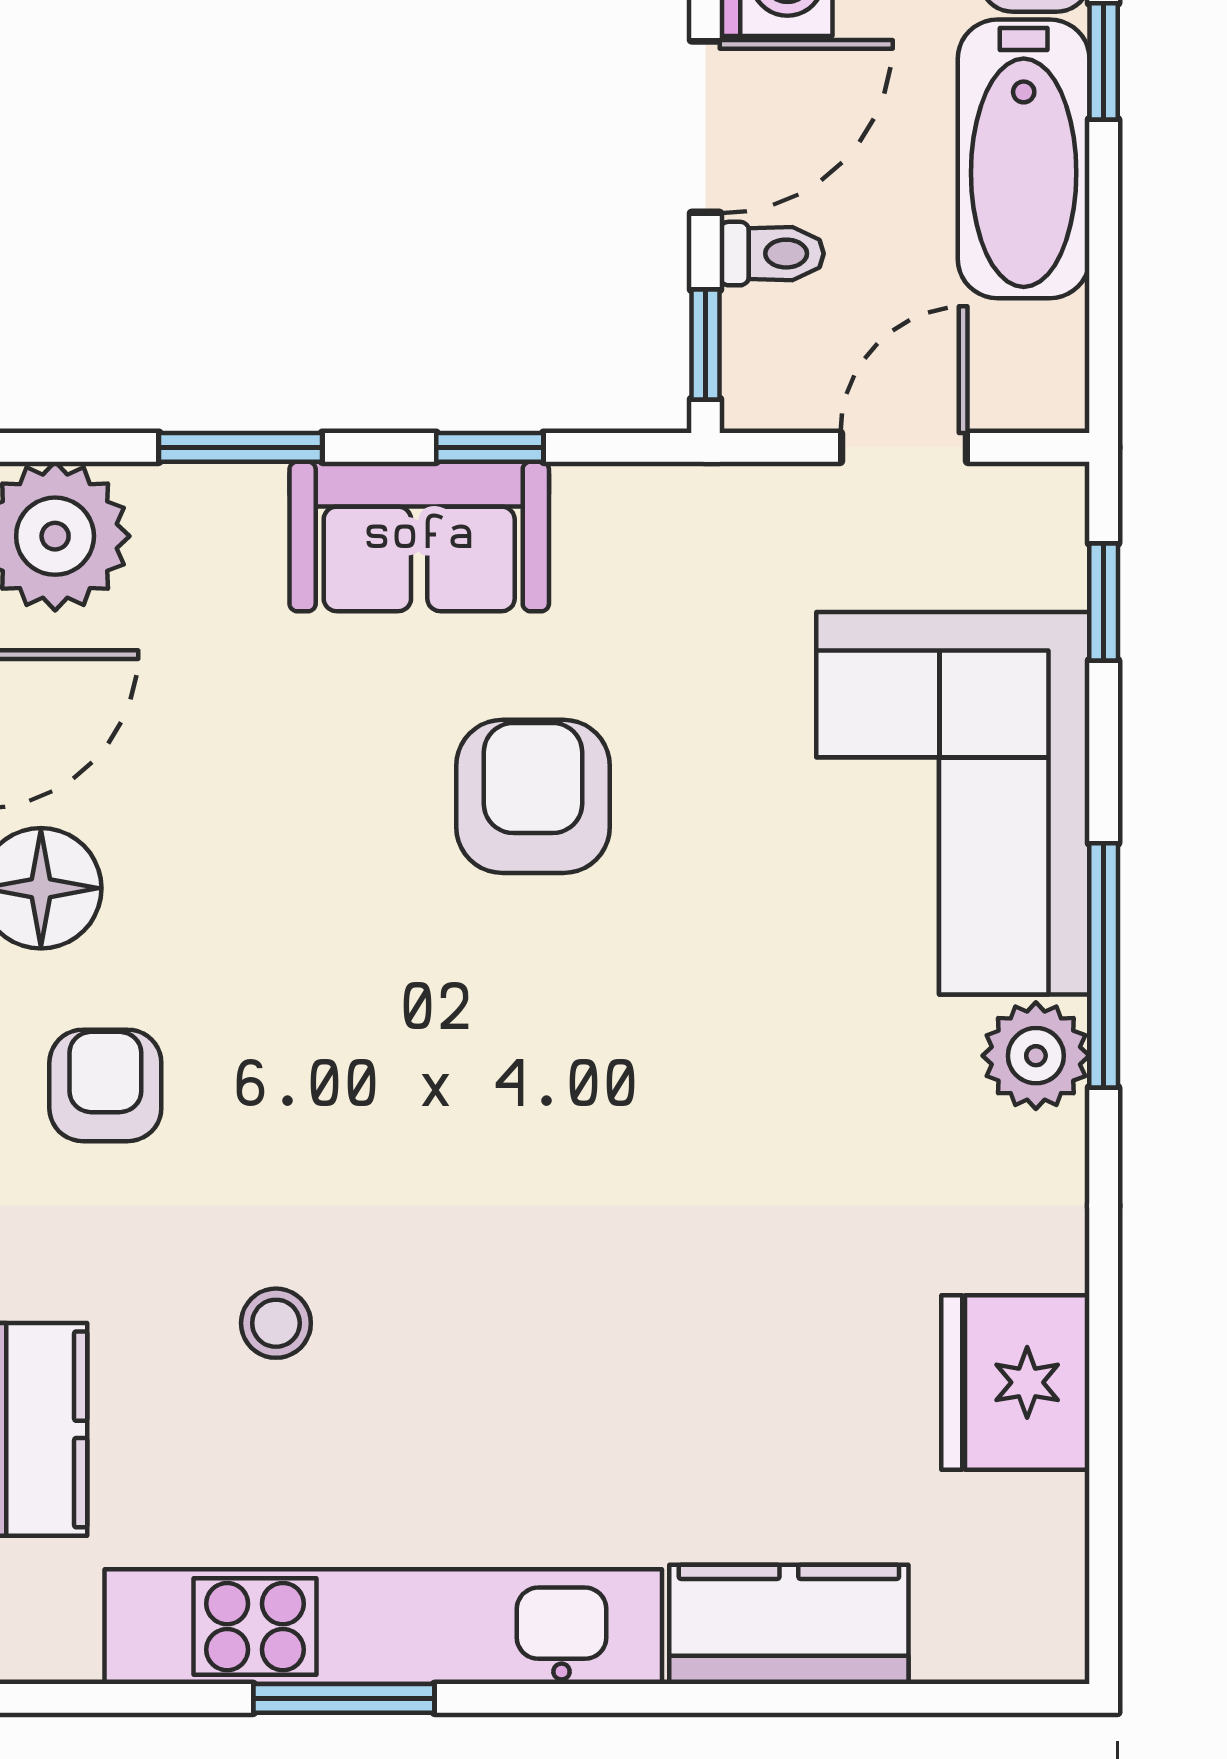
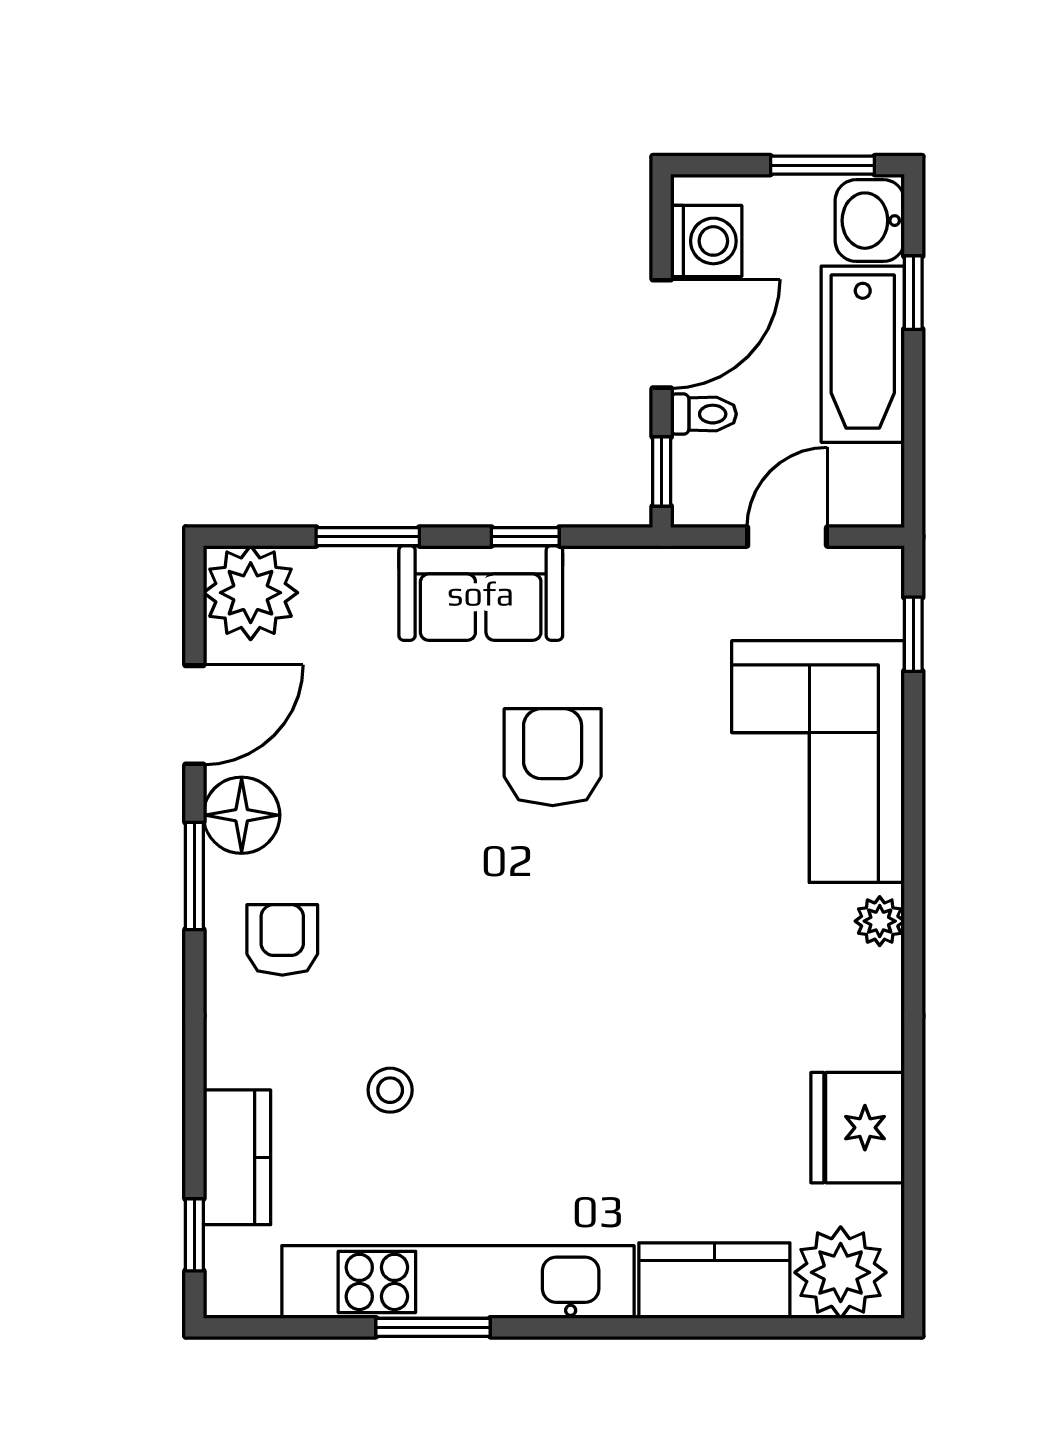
window: (1104, 965) -> (913, 864), removed
plant: (1036, 1056) -> (880, 921), width x0.73, depth x0.73
plant: (989, 1612) -> (841, 1272), added

